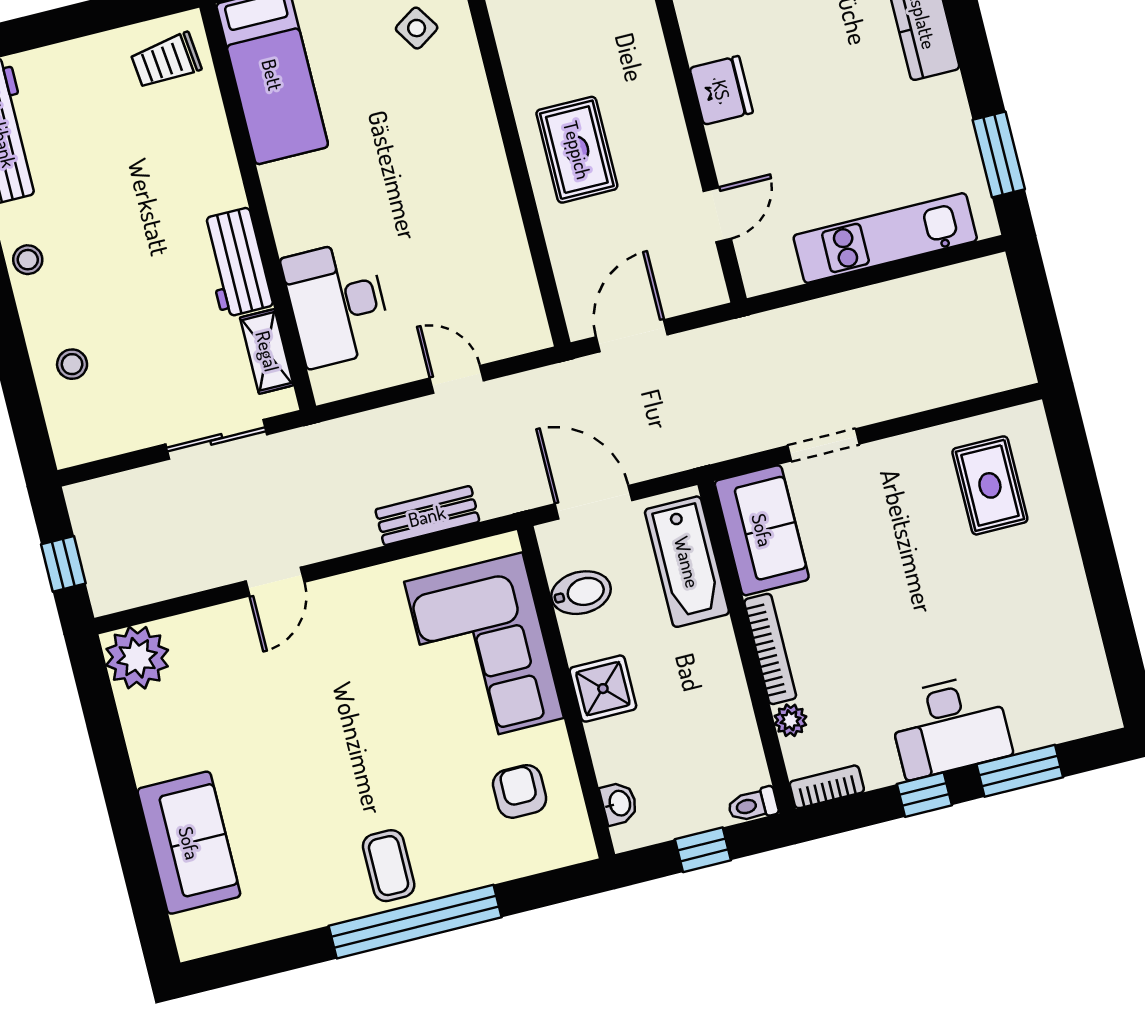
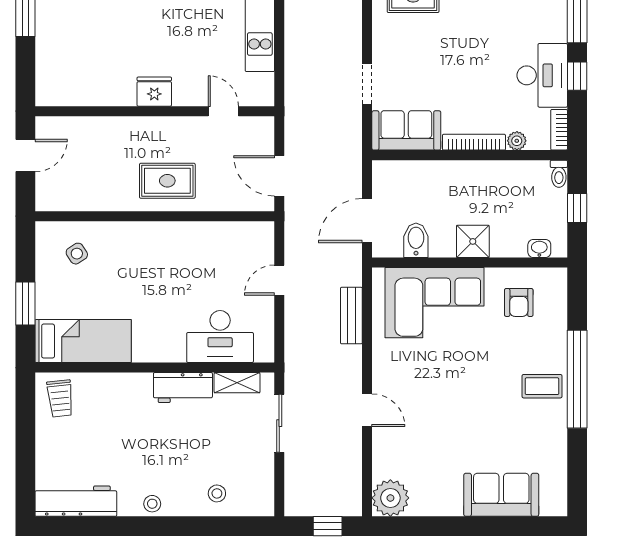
bathtub: (687, 562) -> (413, 177), removed
desk: (950, 726) -> (542, 75), moved
armchair: (520, 791) -> (519, 302), turned -90

